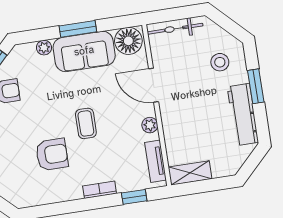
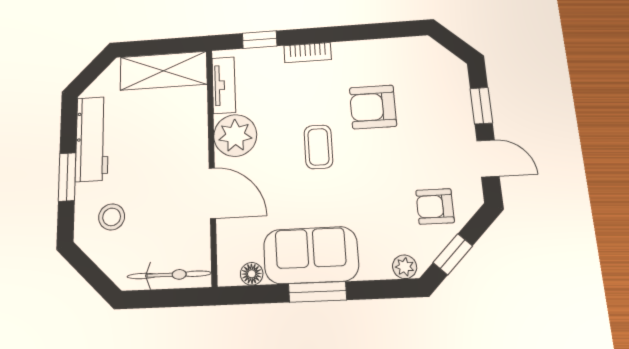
floor lamp: (128, 41) -> (252, 274), width x0.53, depth x0.53
plant: (44, 48) -> (405, 267), moved
plant: (150, 125) -> (235, 135), width x1.88, depth x1.88
shelving: (190, 173) -> (163, 71), width x1.50, depth x1.33

